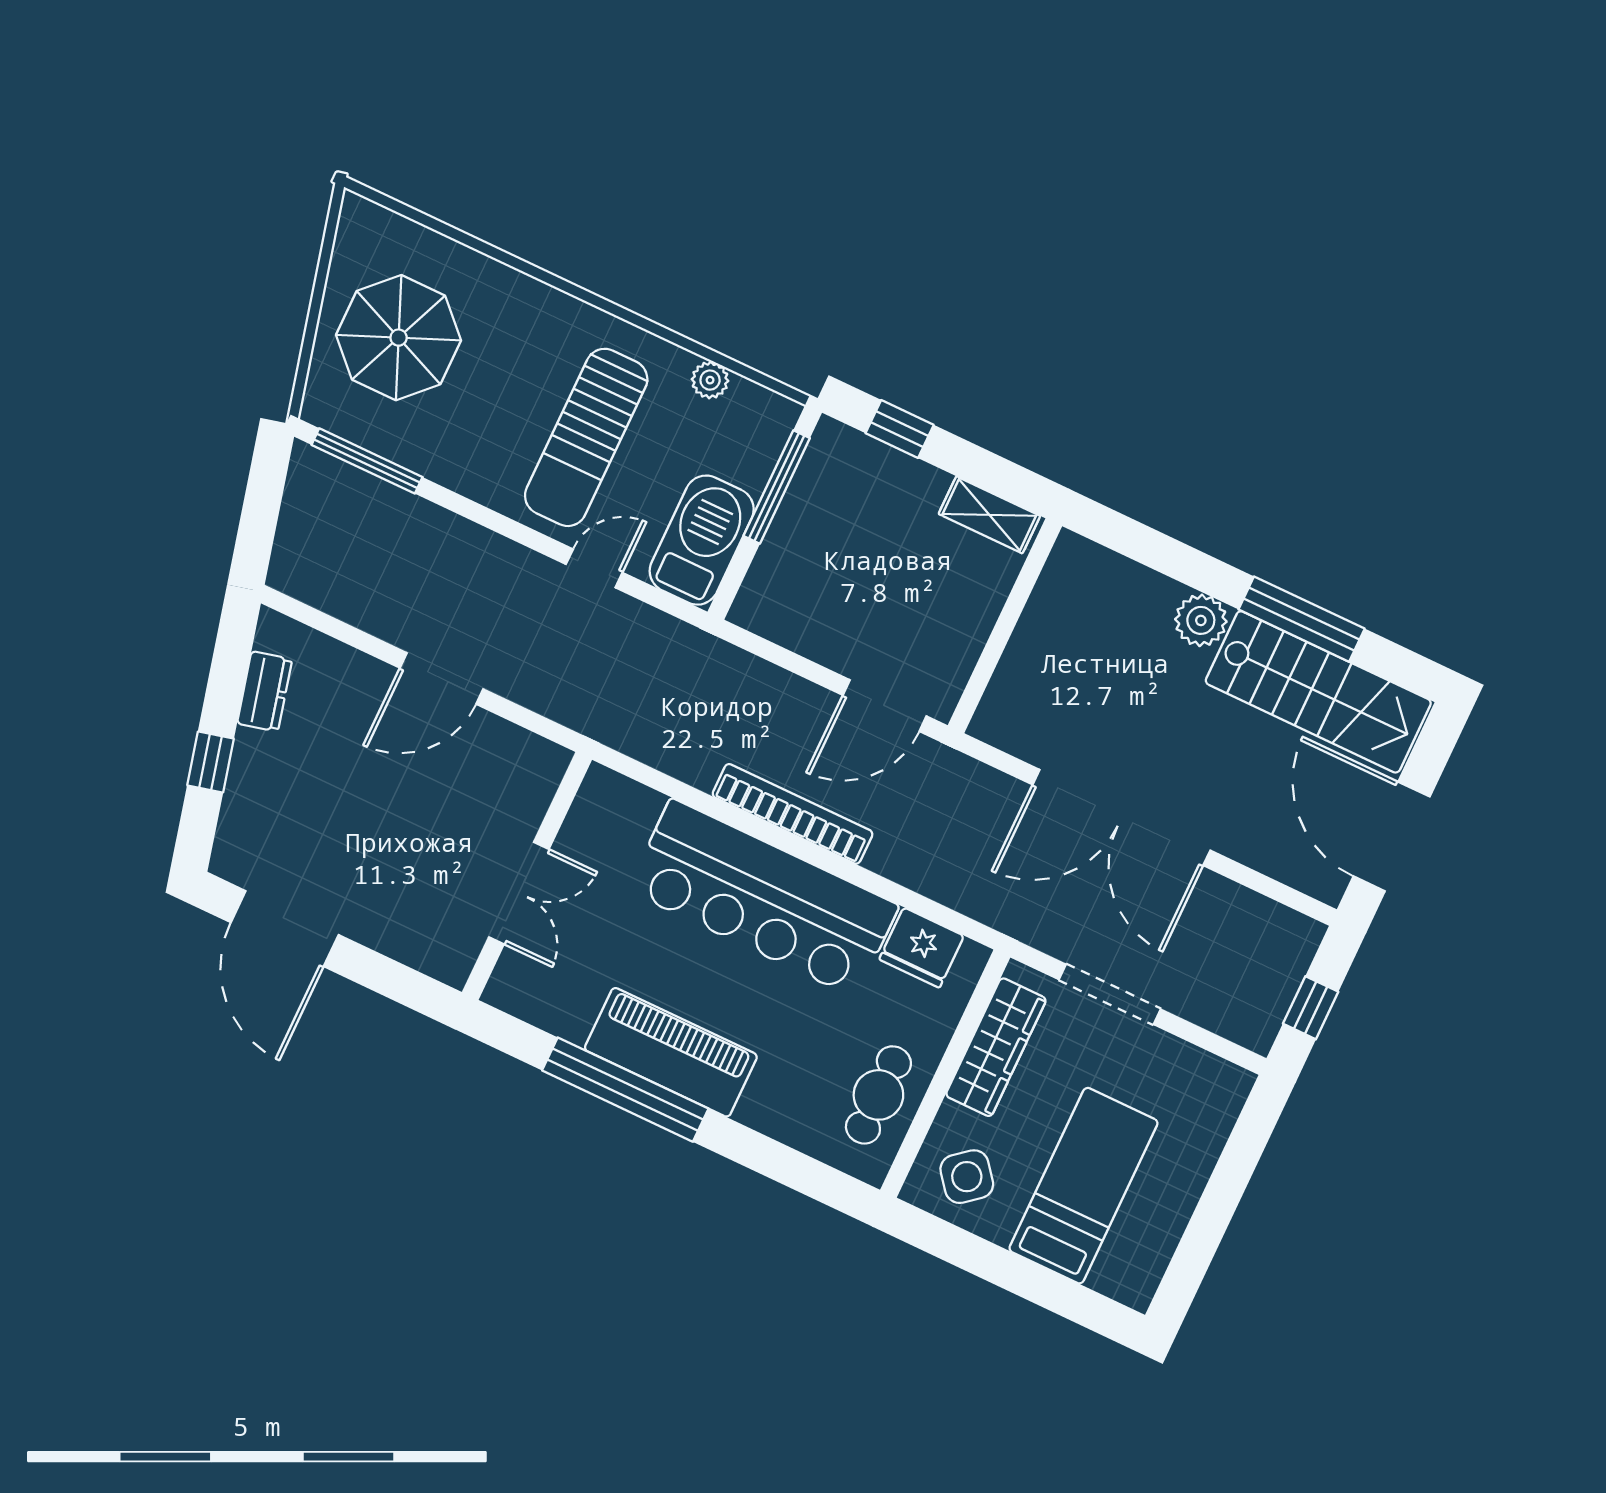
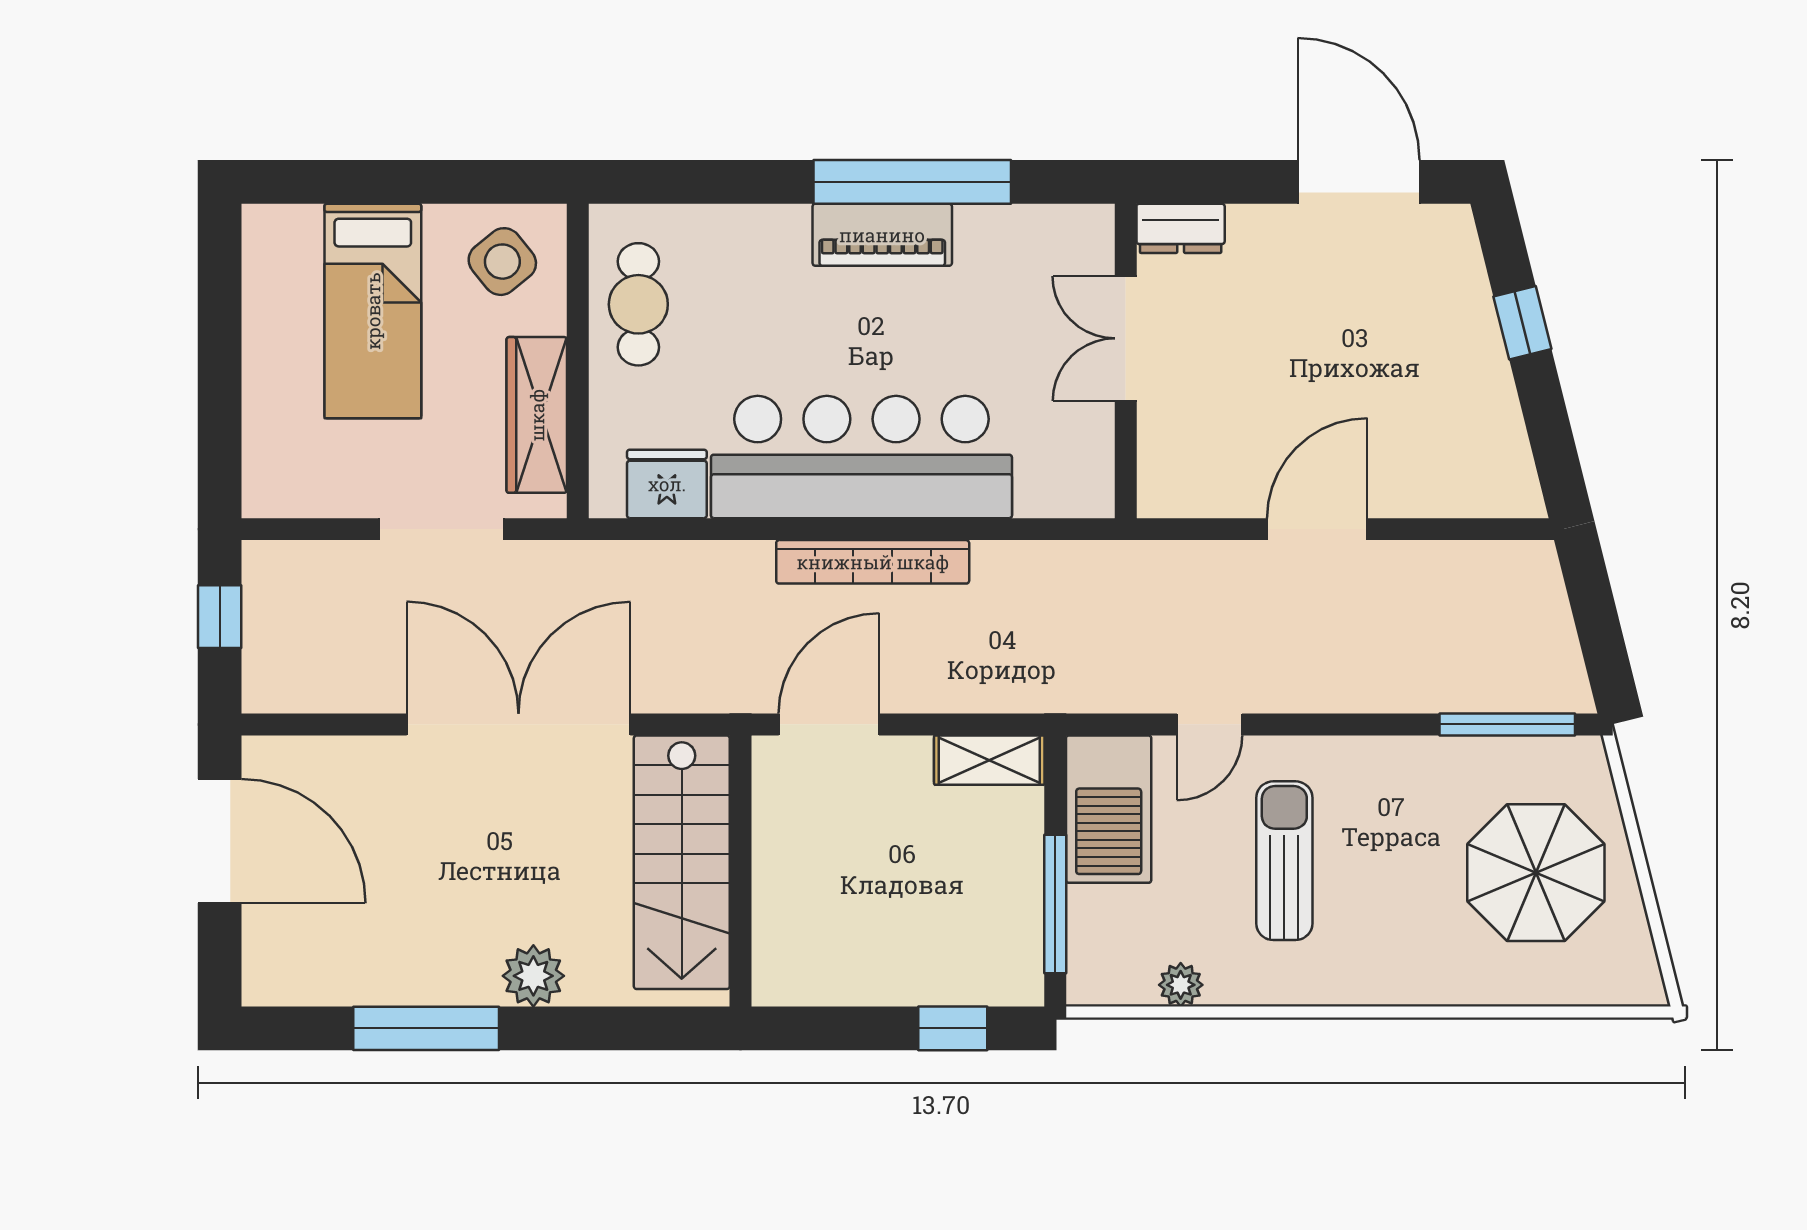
sun lounger: (586, 437) -> (1284, 861), width x0.73, depth x0.75
shelving: (989, 515) -> (989, 760), moved
dresser: (265, 691) -> (1181, 228), moved, turned -76
stairs: (1318, 692) -> (682, 862), moved, turned -90
piano: (671, 1052) -> (882, 235), width x0.73, depth x0.75

